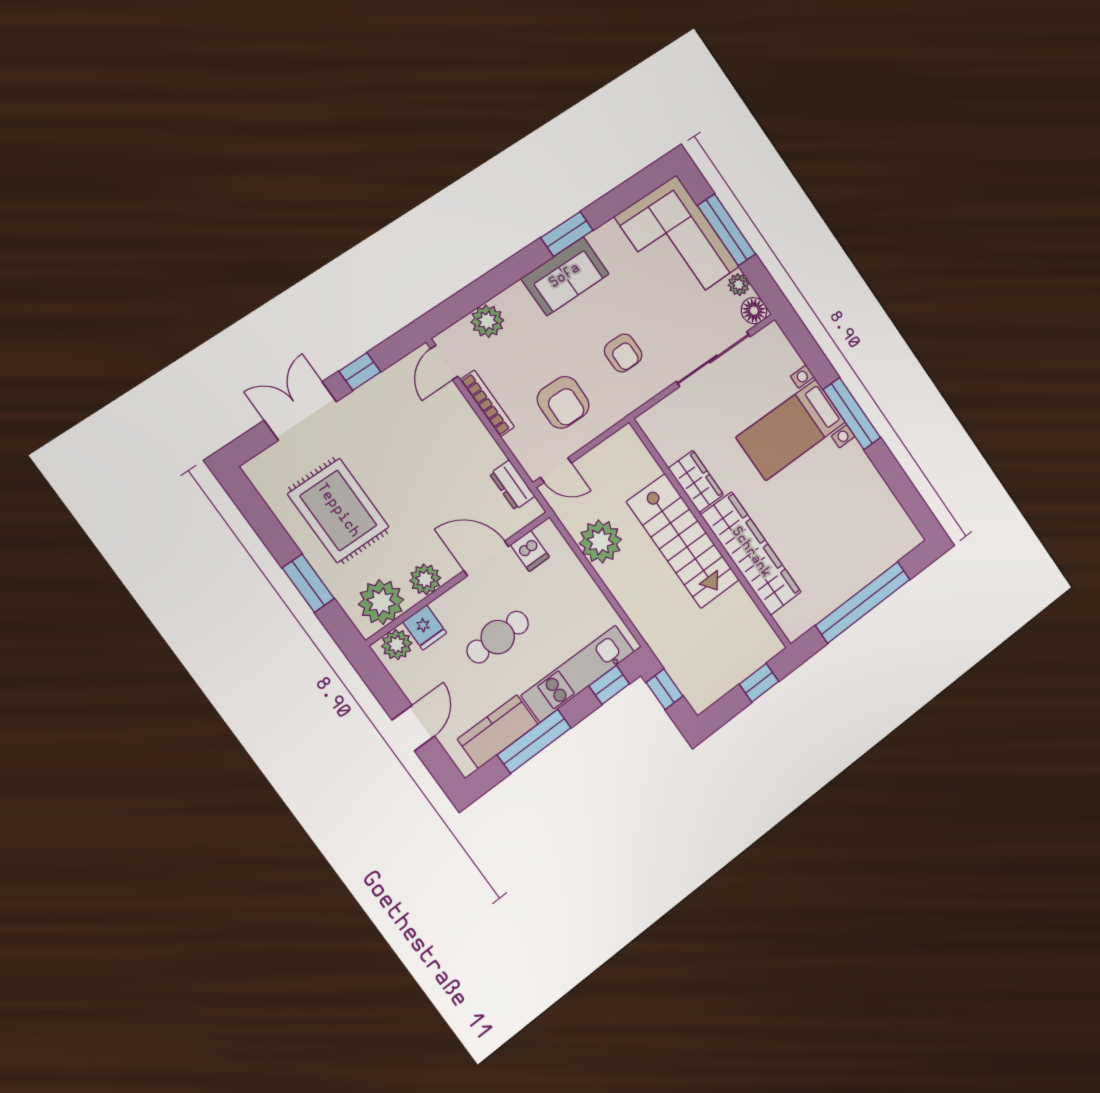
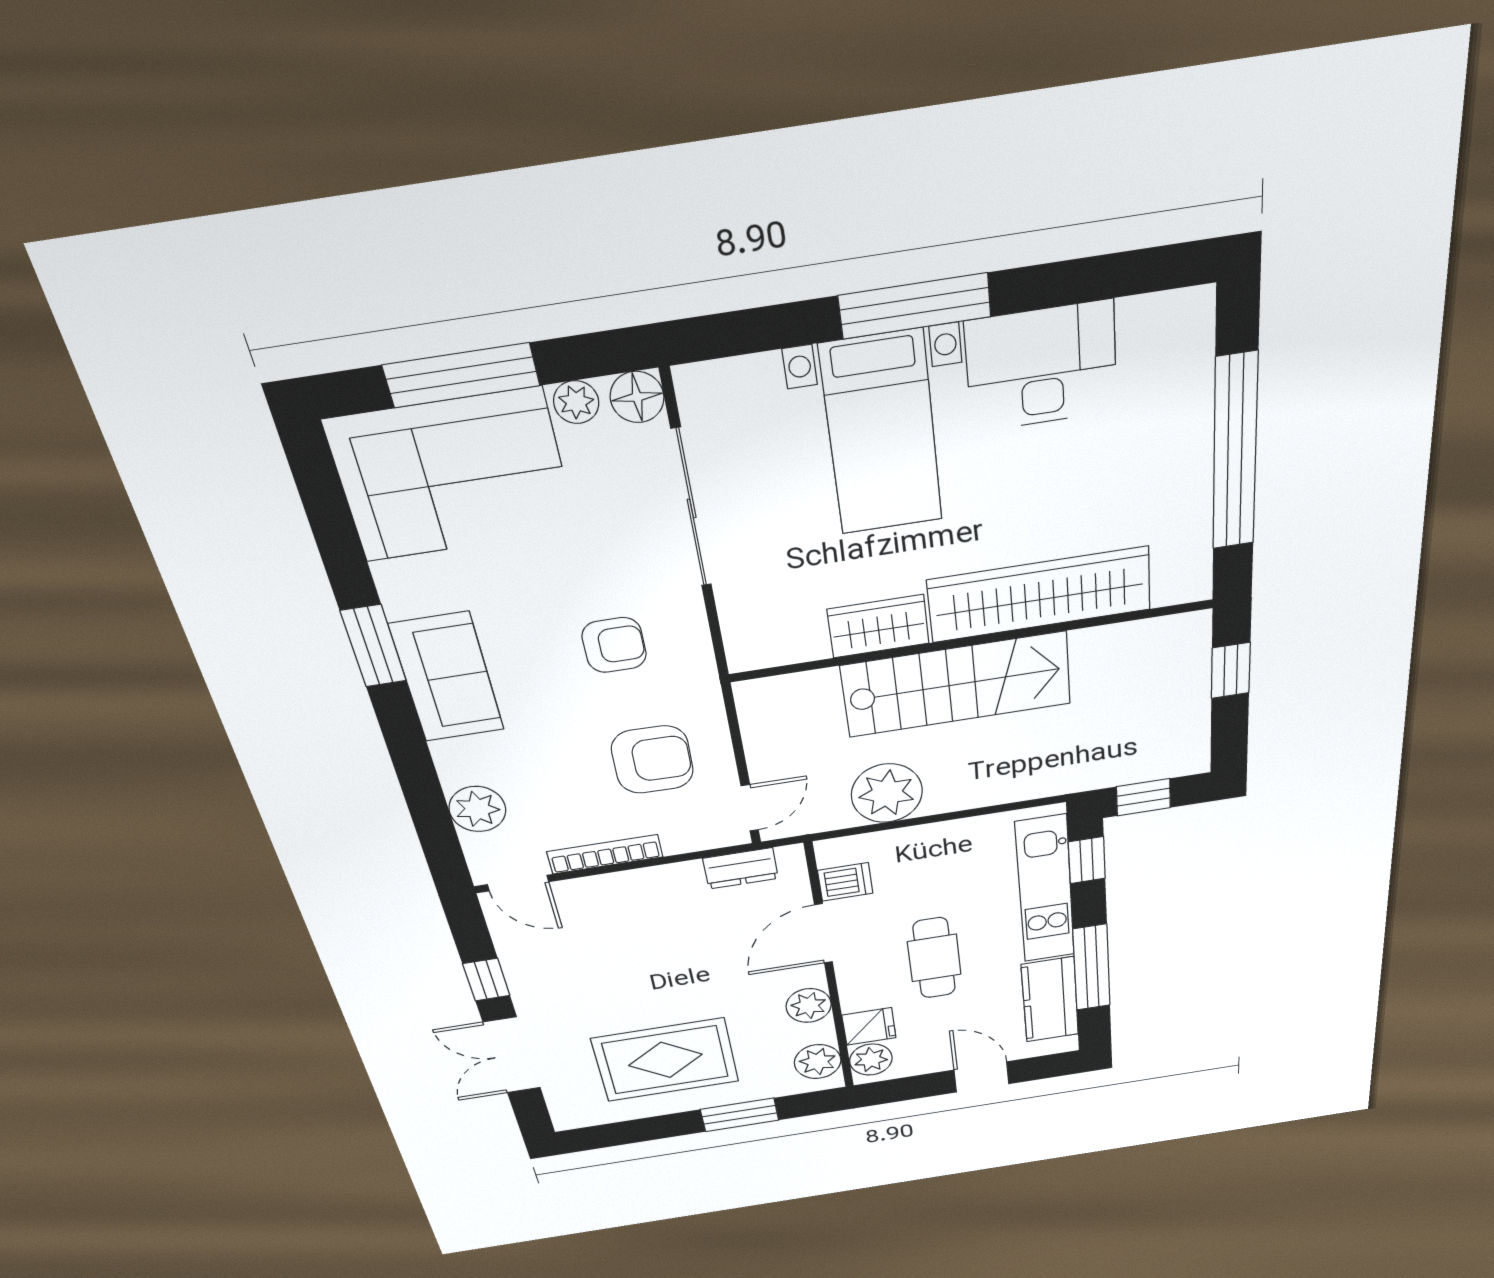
desk: (855, 485) -> (1041, 367), added
plant: (381, 602) -> (818, 1062), width x0.73, depth x0.73

